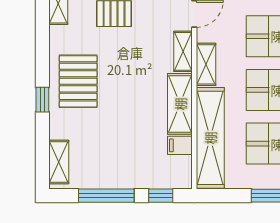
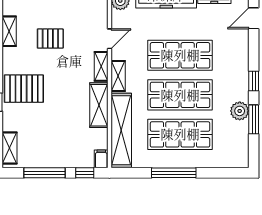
pallet: (78, 81) -> (24, 89), turned 90
filing cabinet: (180, 145) -> (101, 159), moved, turned 90

